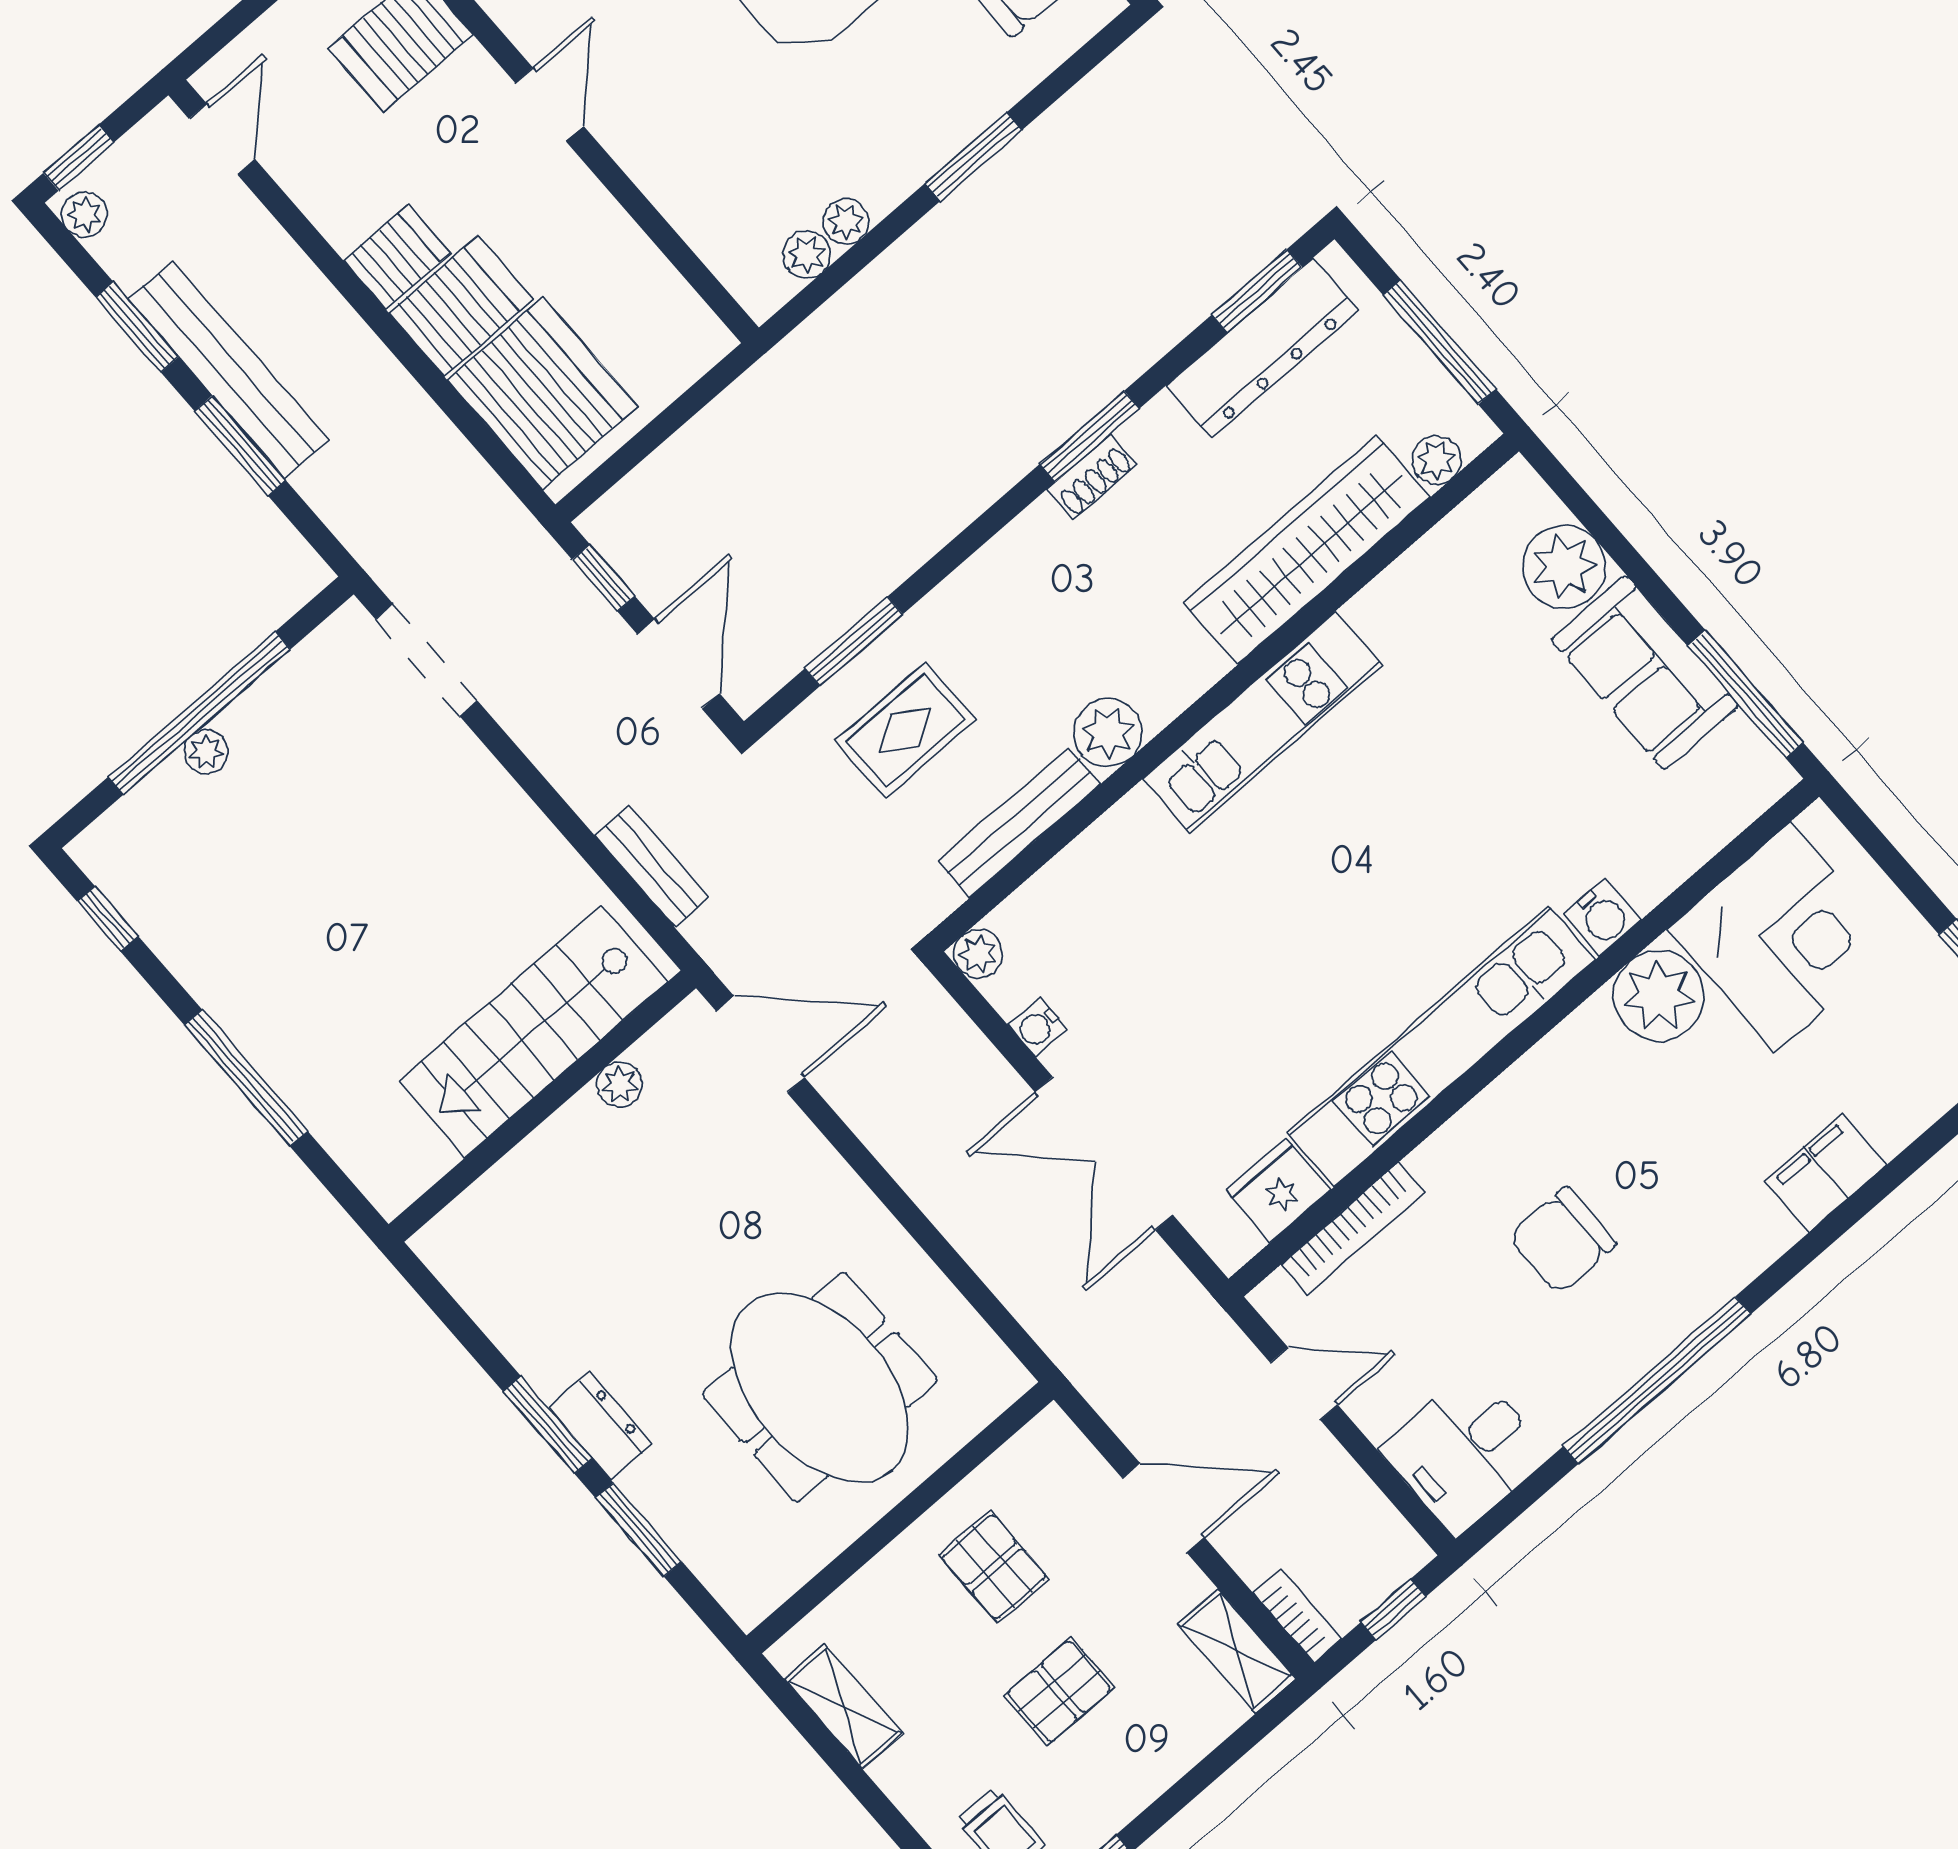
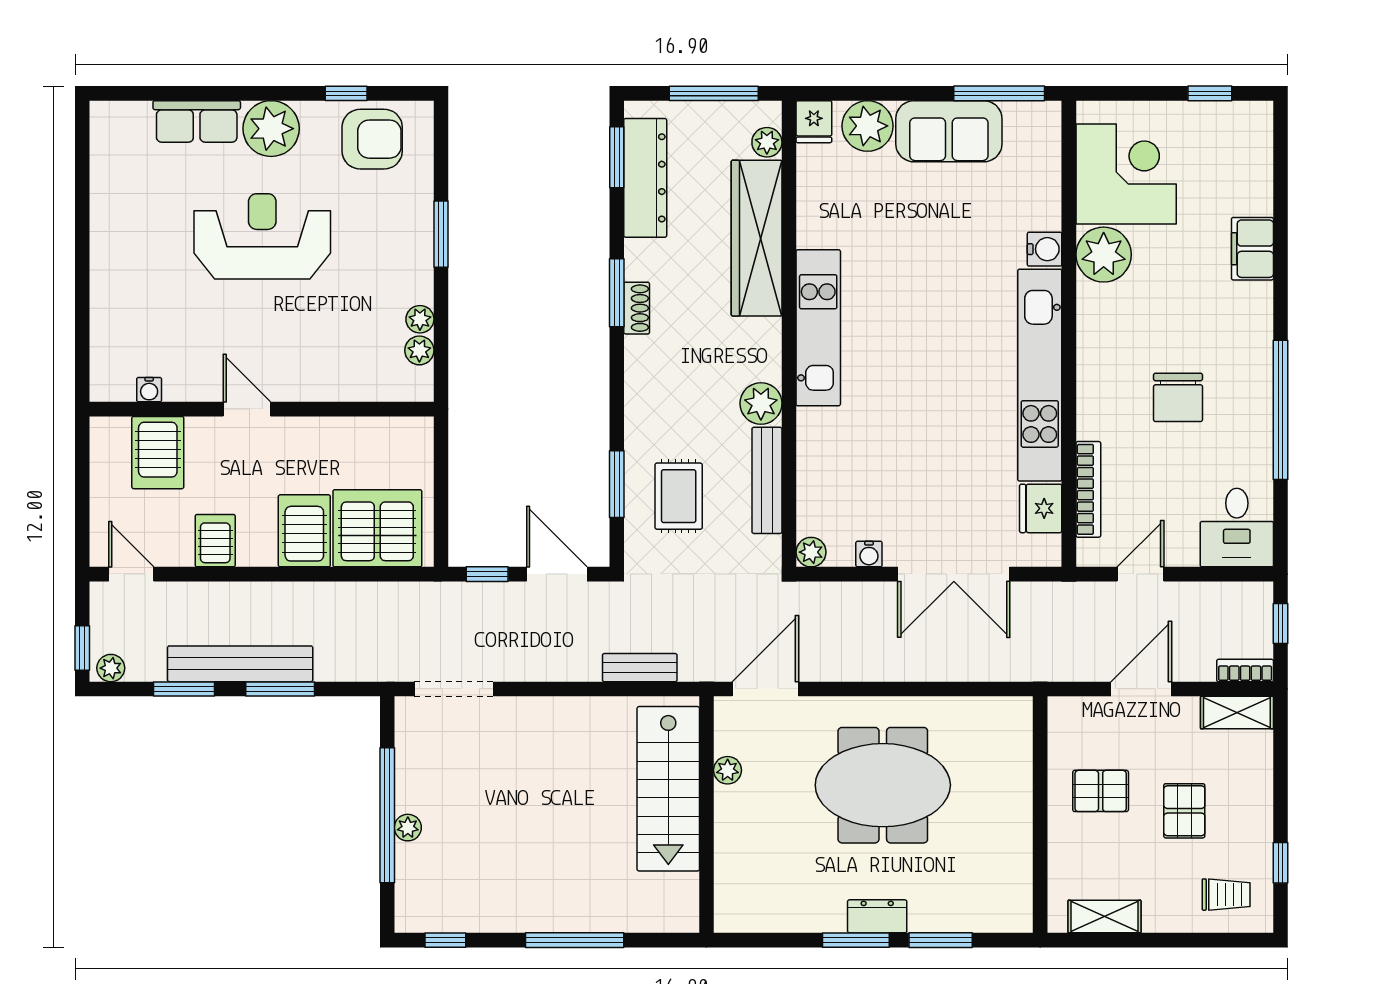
server rack: (397, 257) -> (215, 541), moved
fridge: (1512, 496) -> (814, 122), added
meeting table: (820, 1387) -> (883, 785), moved

